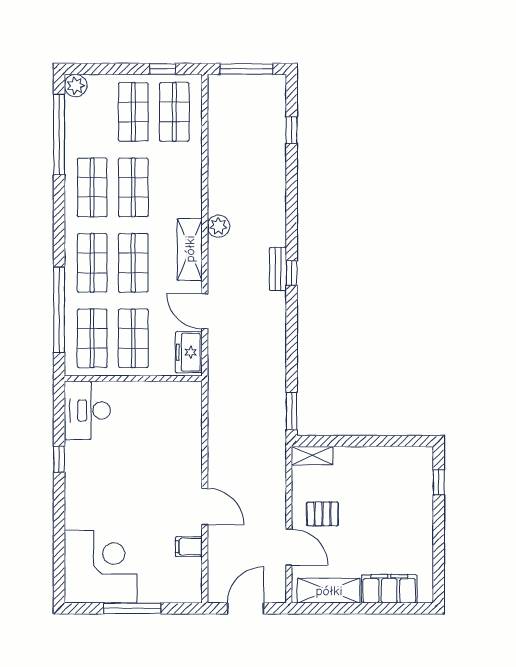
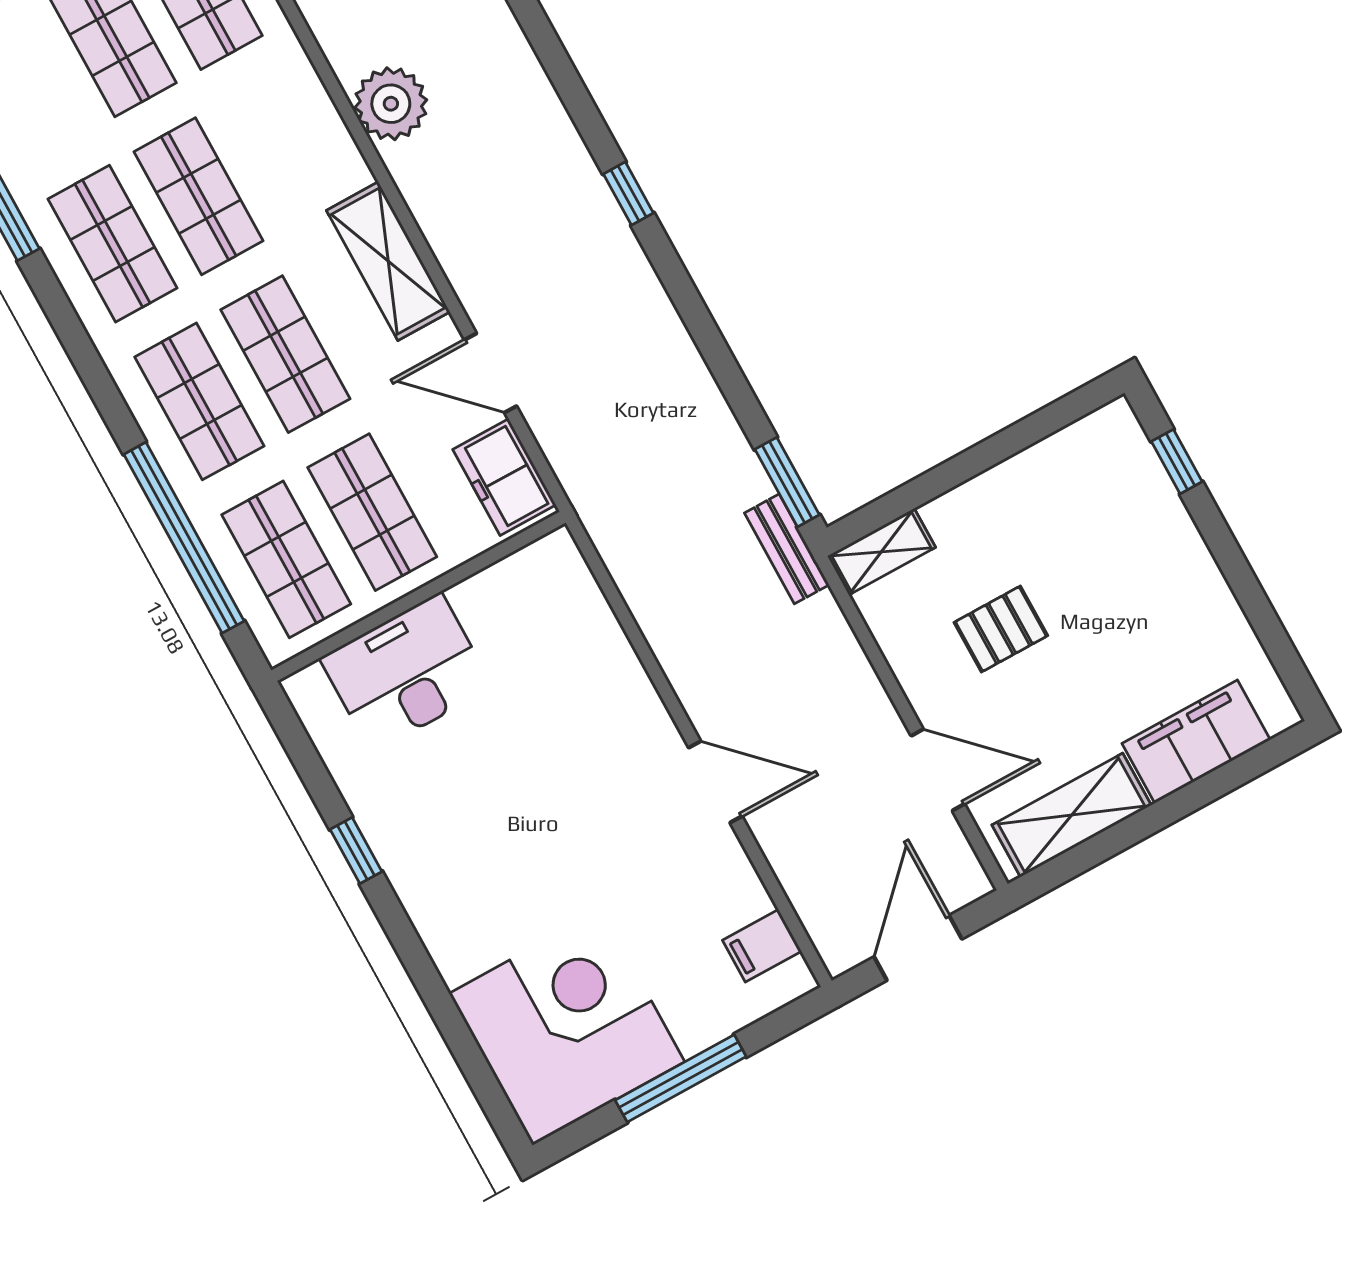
plant: (218, 226) -> (391, 104), moved, width x1.36, depth x1.36
bench: (278, 269) -> (787, 549), moved
desk: (87, 410) -> (406, 673), moved, turned 90
pallet: (322, 514) -> (1001, 629), moved
filing cabinet: (189, 547) -> (762, 946), moved

